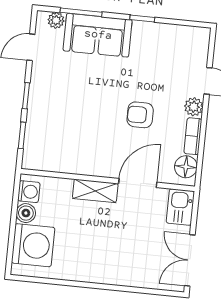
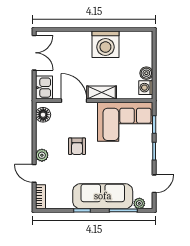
sofa: (98, 35) -> (103, 196), width x1.36
armchair: (140, 115) -> (77, 146), turned 90
bookcase: (193, 136) -> (40, 197), moved
corner sofa: (65, 144) -> (125, 122), added
door: (138, 183) -> (74, 101), swing flipped
washing machine: (33, 245) -> (105, 44), moved, turned -90

